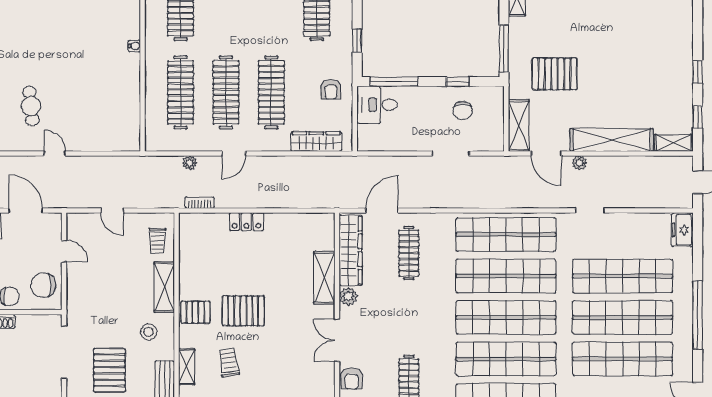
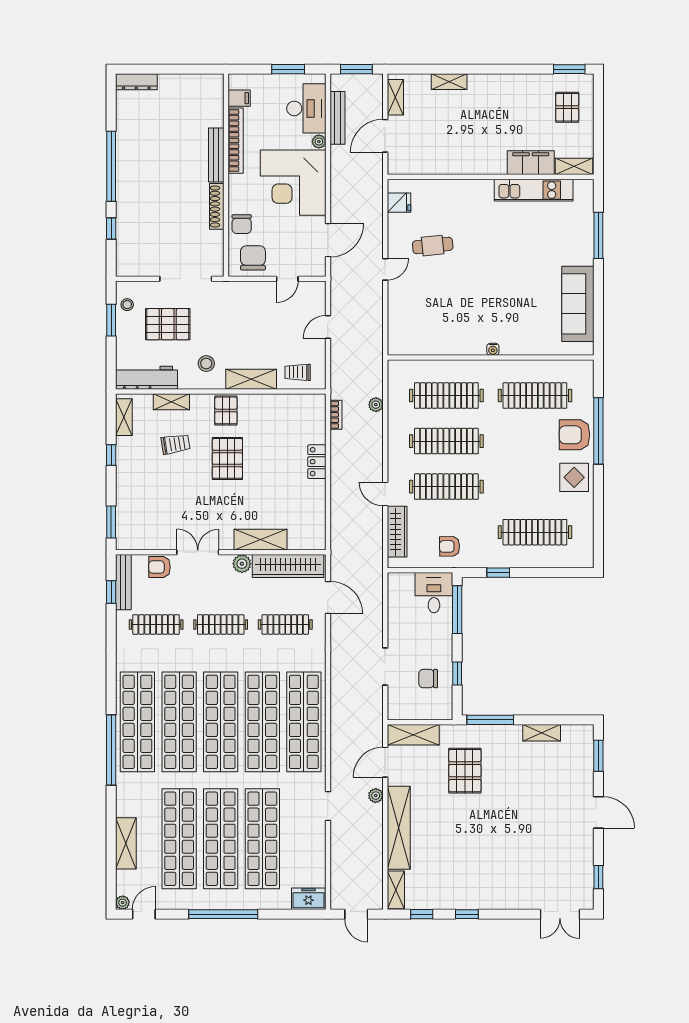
door: (234, 153) -> (385, 494), moved
clothes rail: (409, 317) -> (221, 624), added

